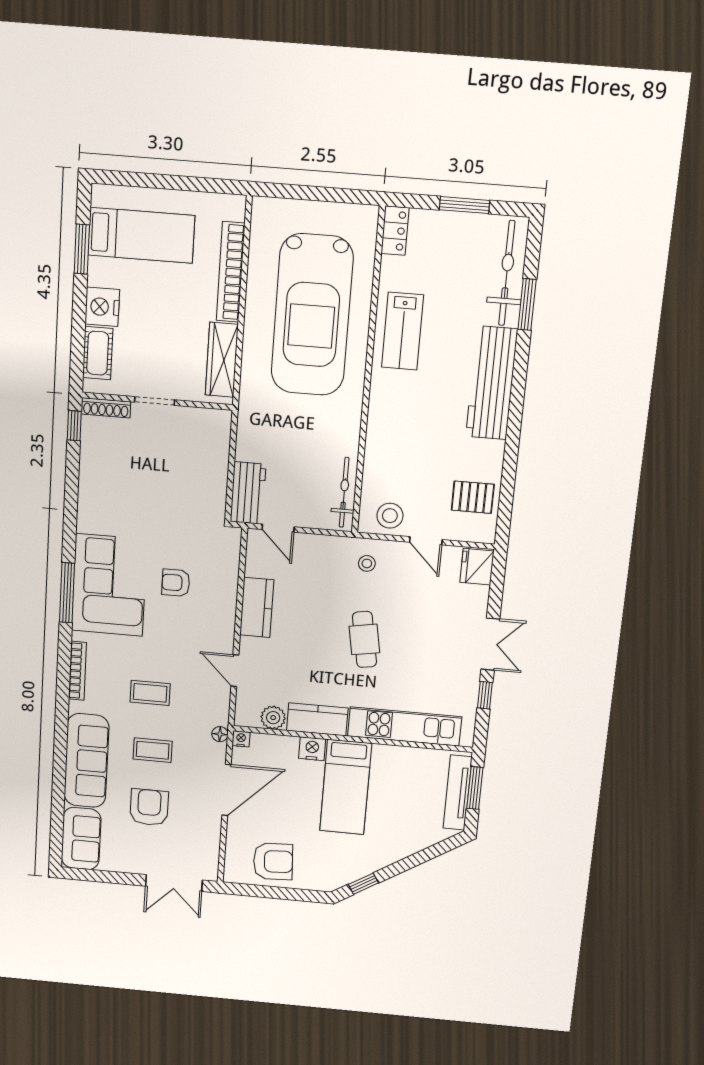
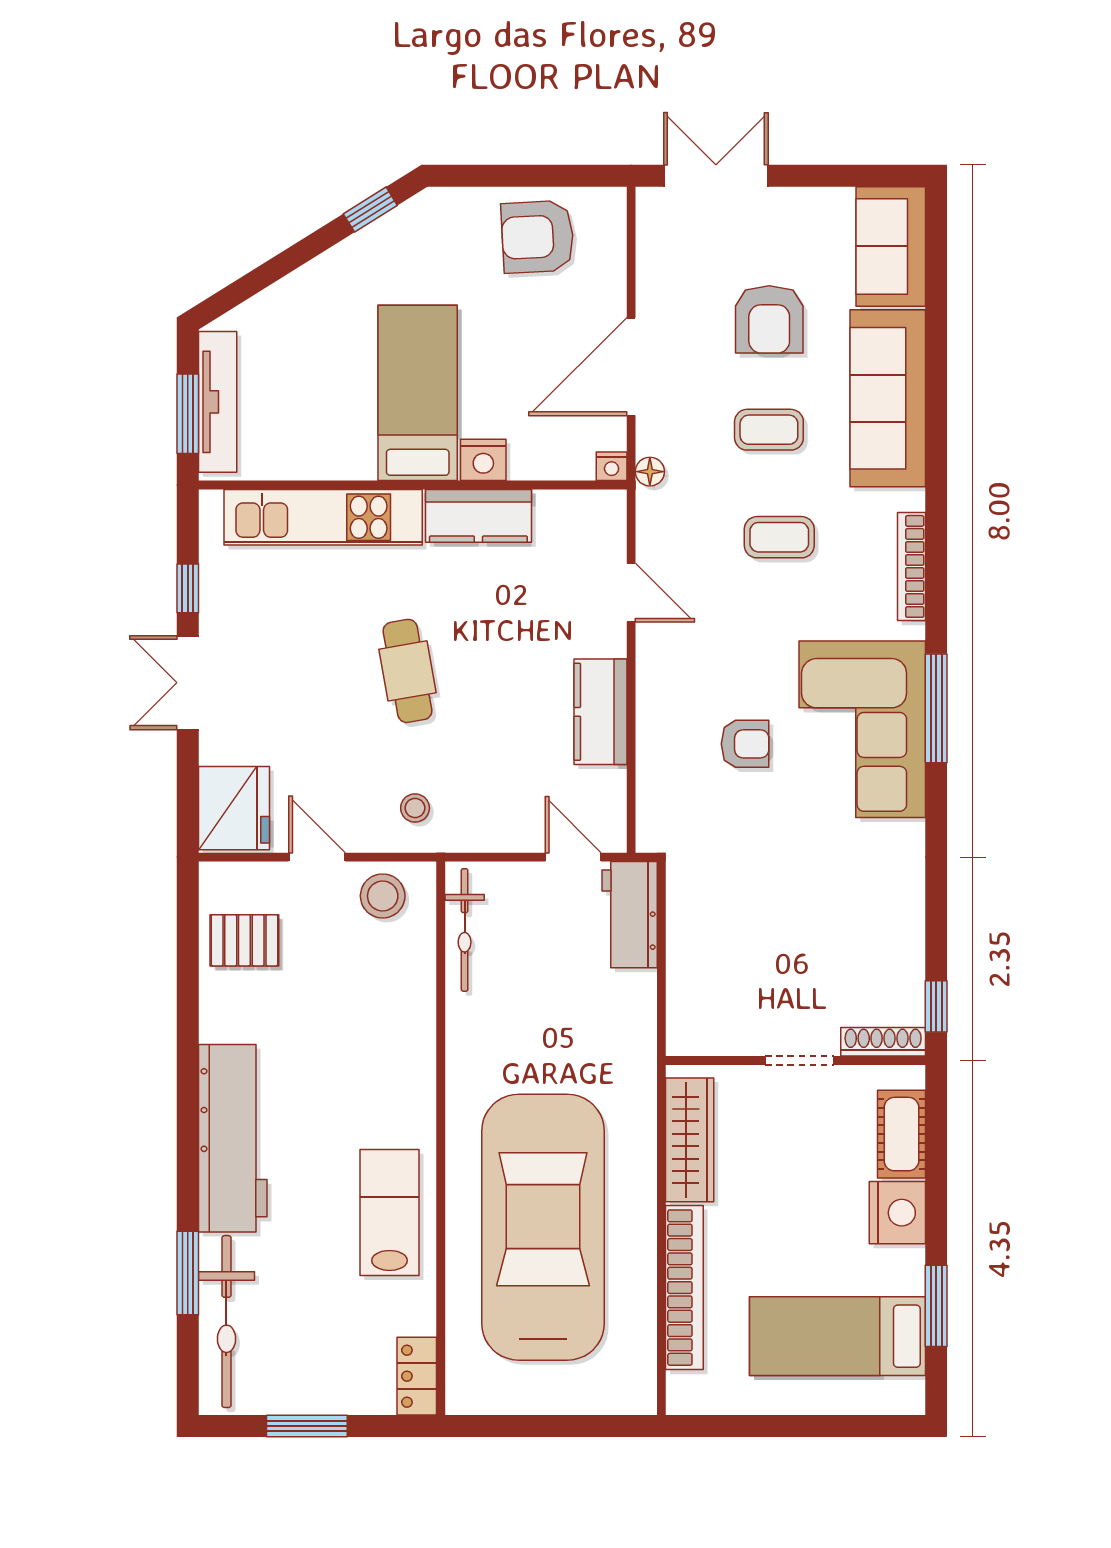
fridge: (477, 567) -> (234, 808), width x1.36, depth x1.34
plant: (273, 718) -> (557, 512), removed

